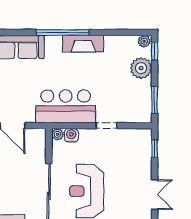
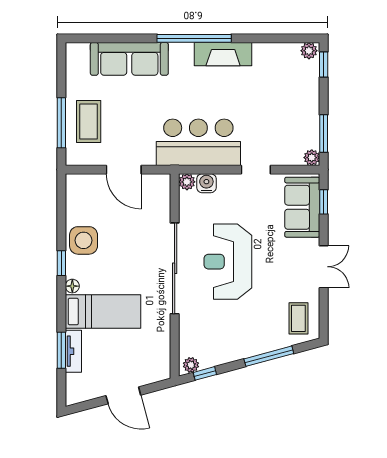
plant: (141, 68) -> (312, 158), moved, width x0.53, depth x0.53
sofa: (139, 152) -> (302, 207), added

